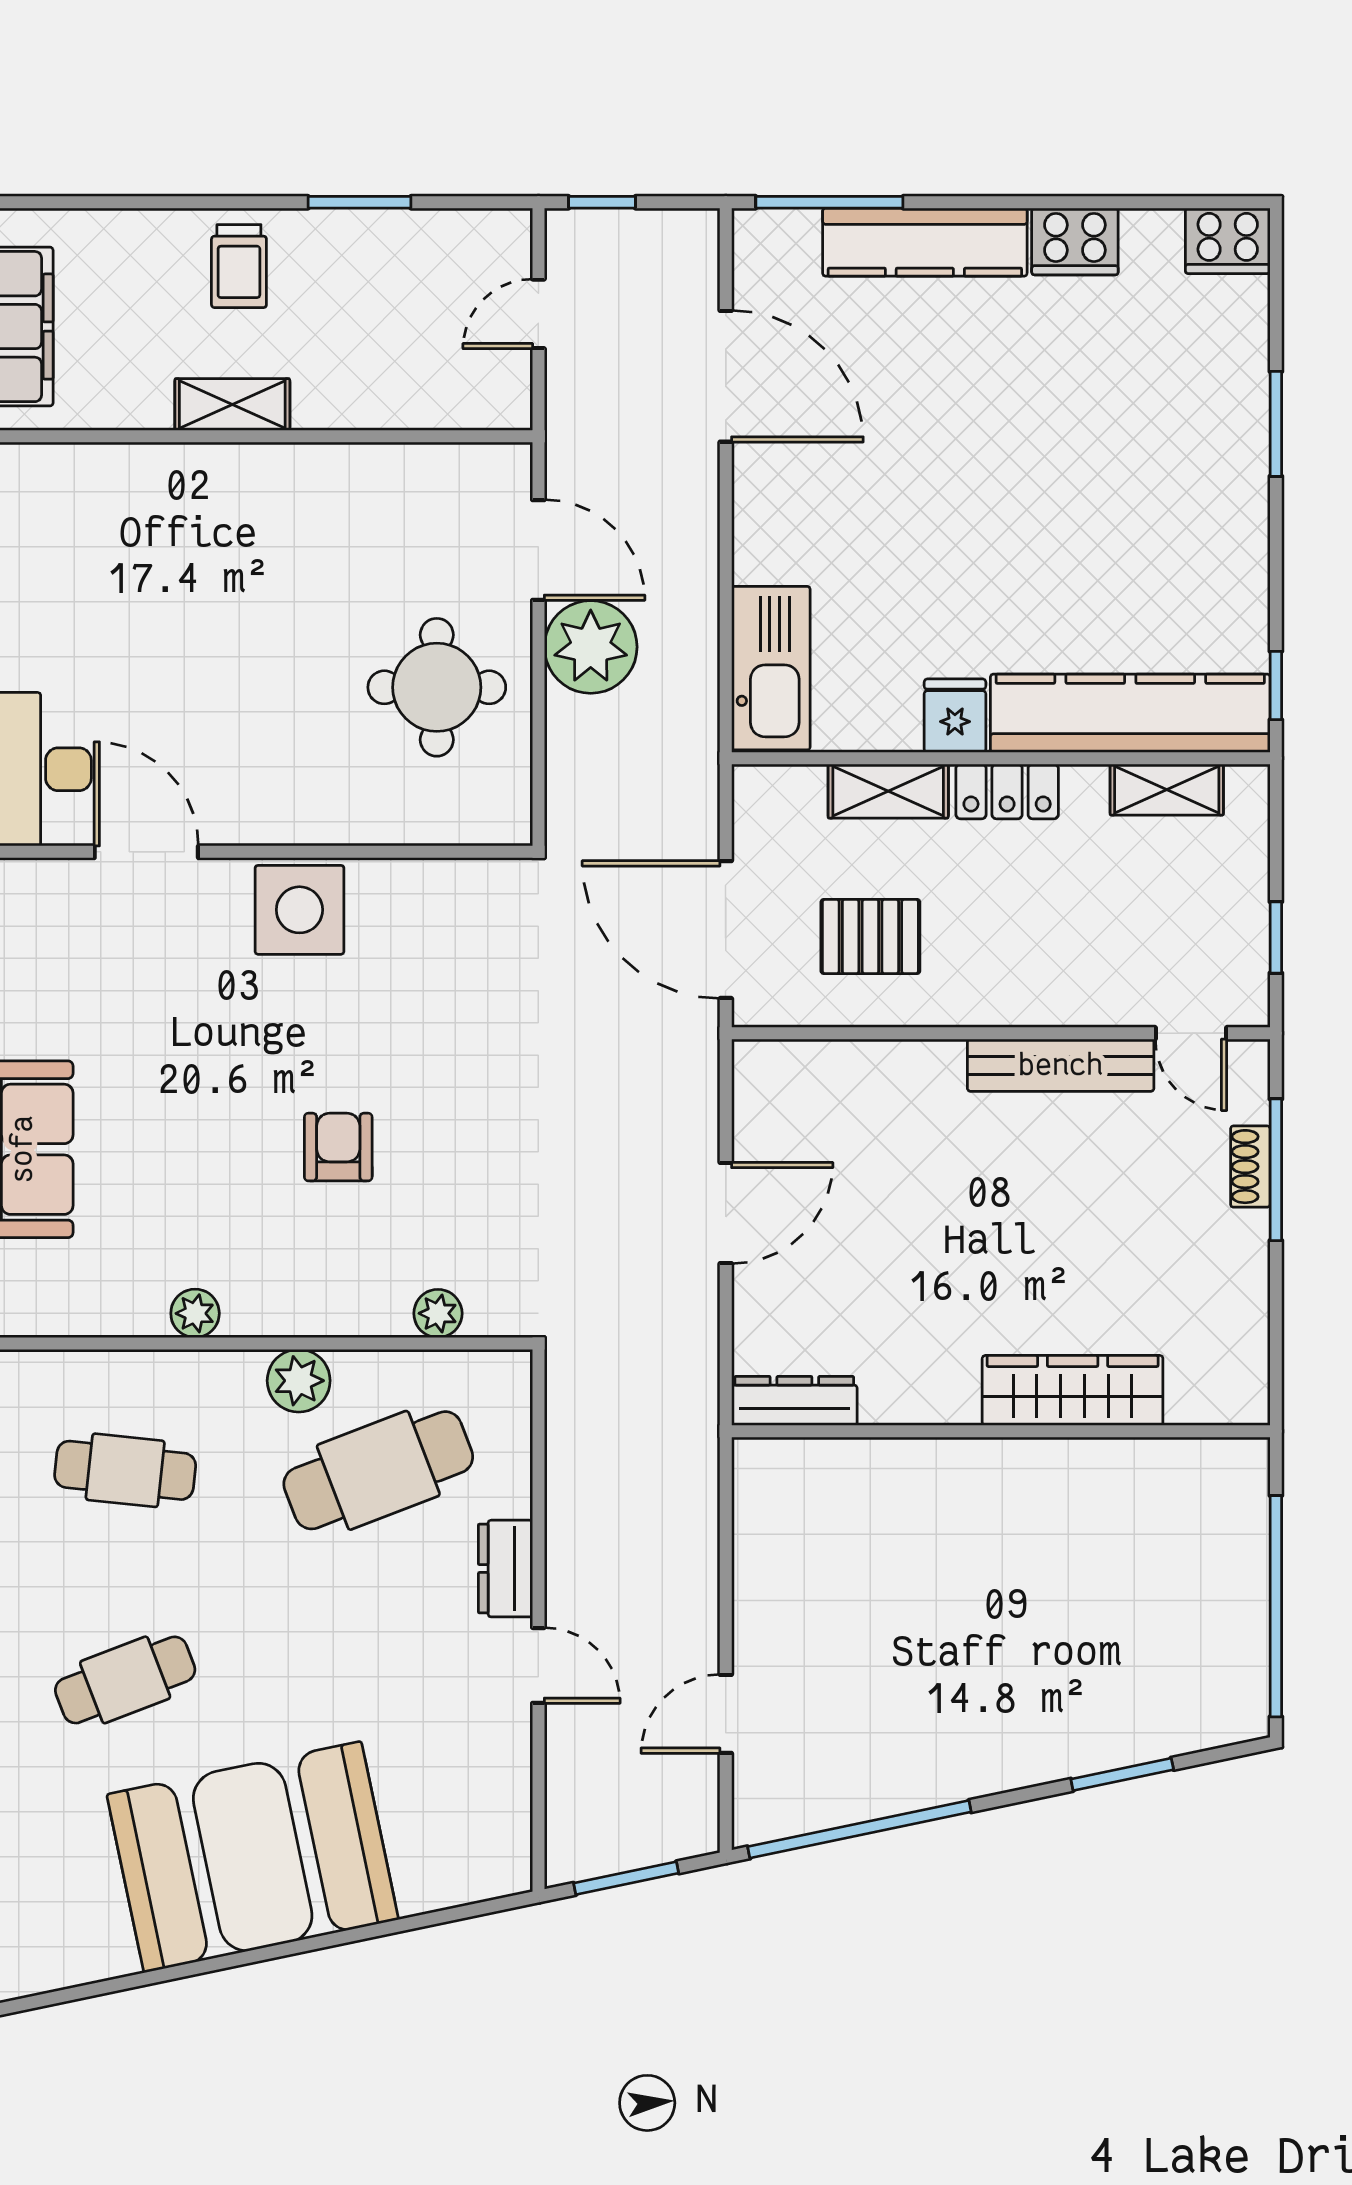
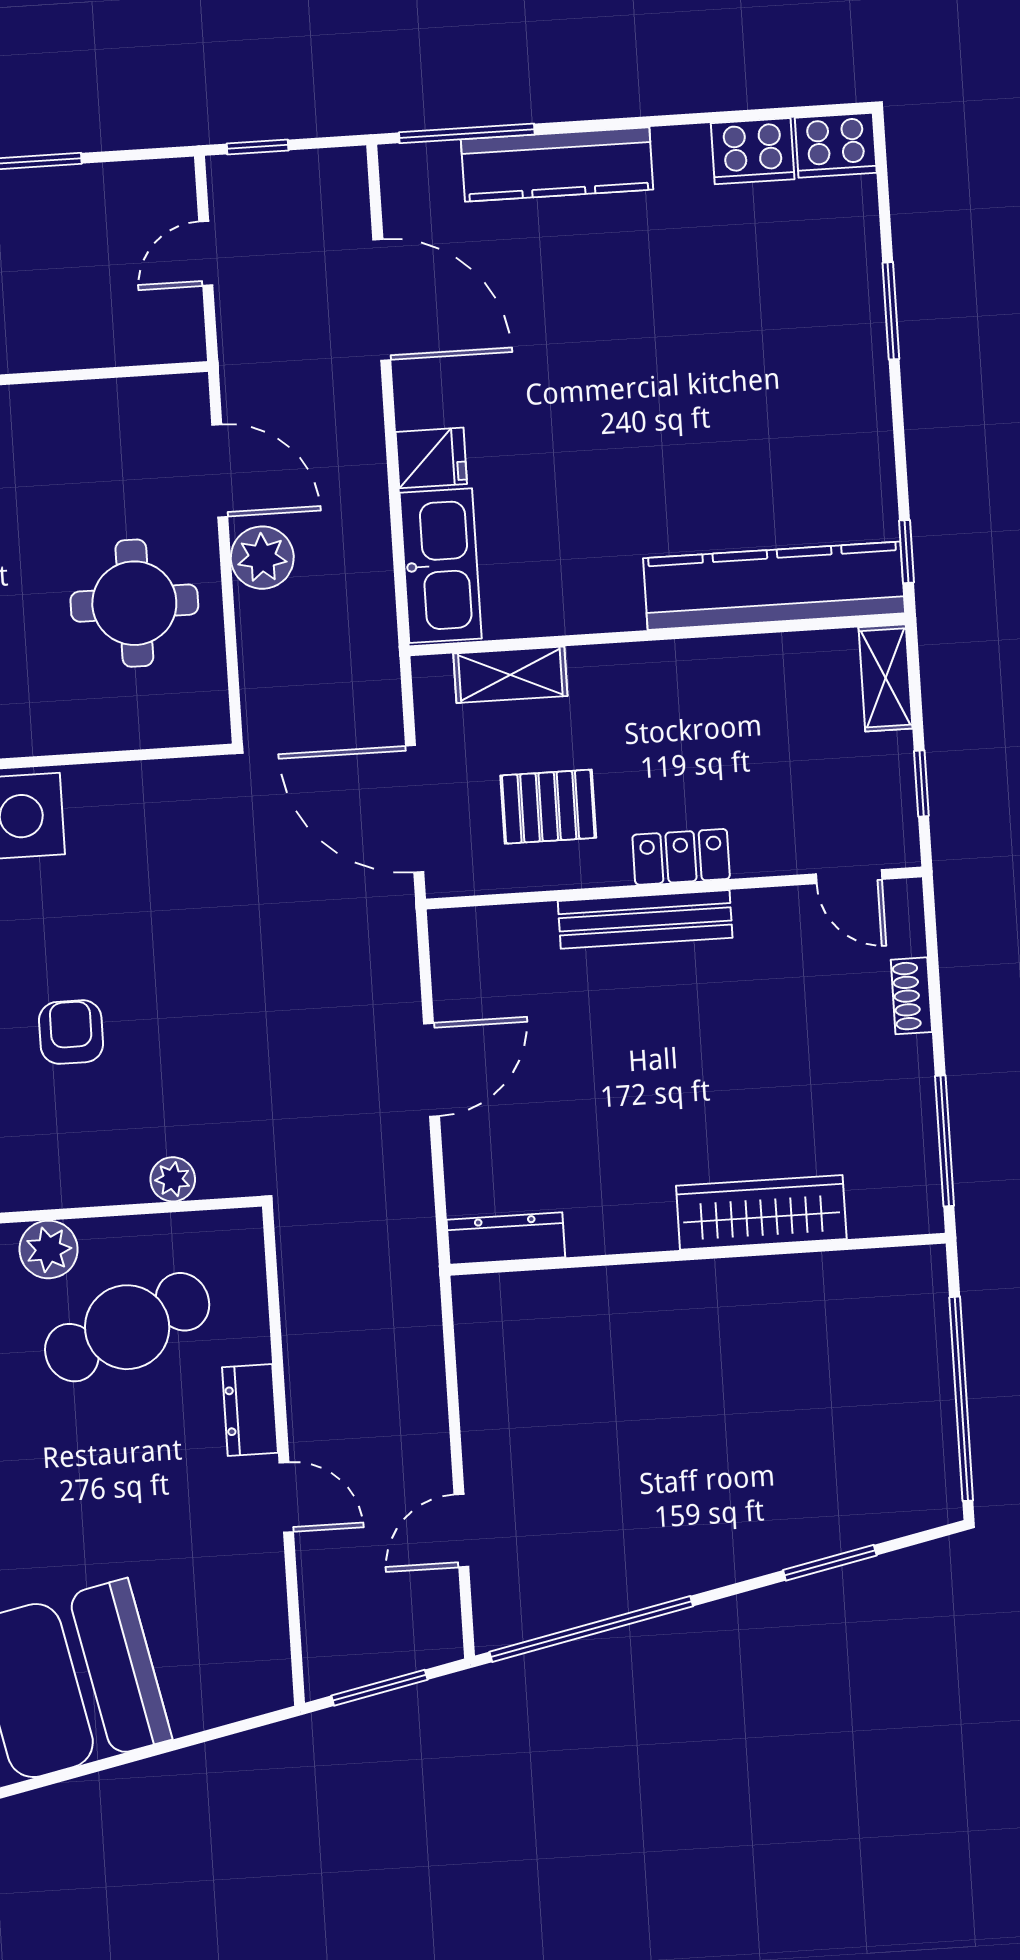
cooker: (1075, 241) -> (753, 151), moved
plant: (591, 647) -> (262, 558), width x0.73, depth x0.73
fridge: (955, 716) -> (431, 458), moved, turned 90
shelving: (1167, 790) -> (886, 678), moved, turned 90
shelving: (888, 791) -> (510, 675), moved
locker: (1007, 791) -> (681, 857), moved, turned 180
bench: (1061, 1065) -> (645, 919), moved
window: (1276, 1170) -> (945, 1141), moved

